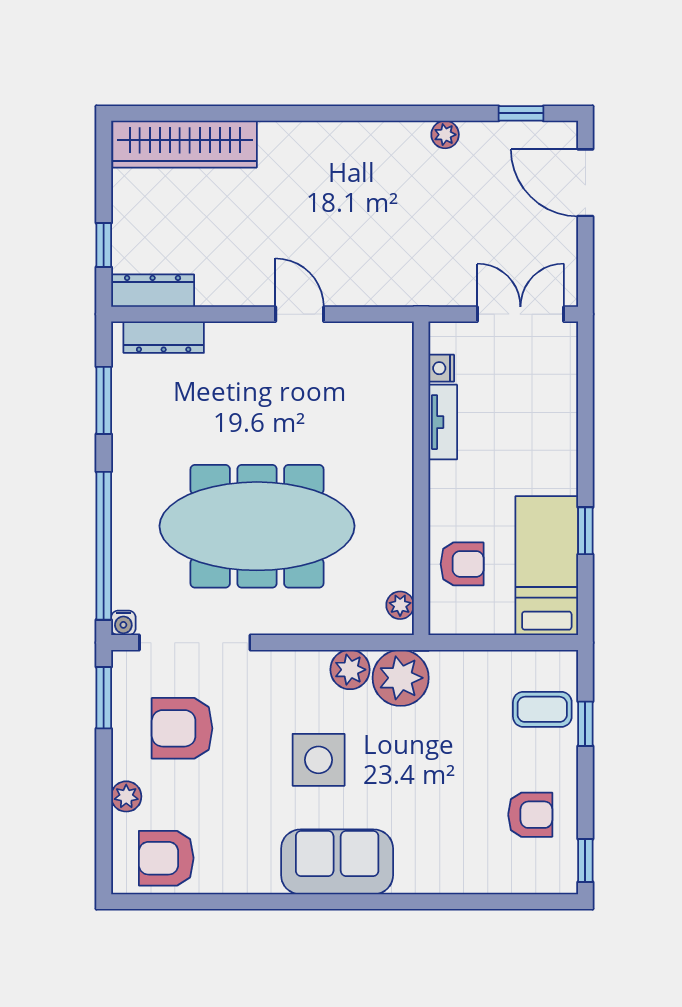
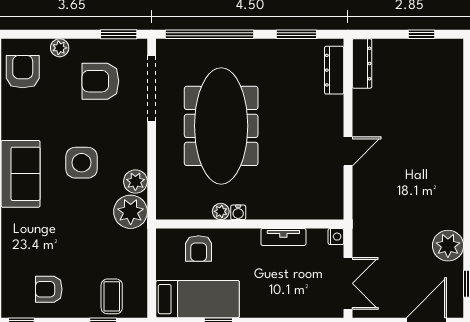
plant: (445, 135) -> (448, 246), width x1.88, depth x1.88
wardrobe: (185, 144) -> (449, 83), removed
window: (104, 245) -> (421, 34), moved
nightstand: (441, 368) -> (336, 237), moved, turned 90
plant: (400, 605) -> (221, 211), moved
water cooler: (123, 623) -> (238, 212), moved, turned -90
armchair: (182, 728) -> (100, 81), turned -90
armchair: (530, 815) -> (49, 289), turned 90

